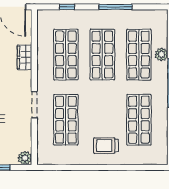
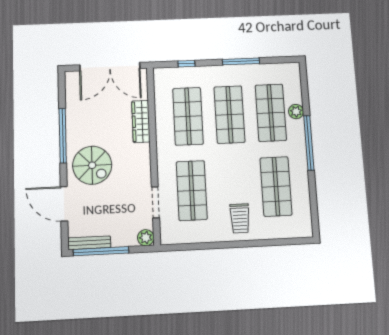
wardrobe: (24, 57) -> (141, 121), width x1.50
doorway: (34, 105) -> (155, 202), moved
trolley: (106, 146) -> (240, 218), turned -90

